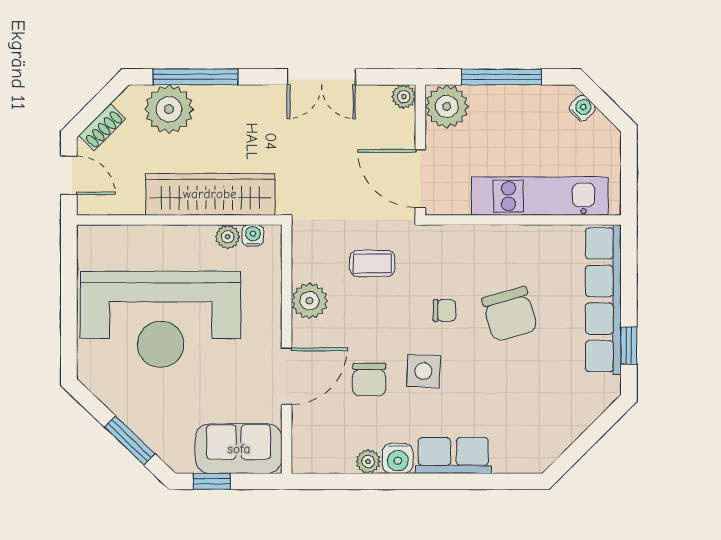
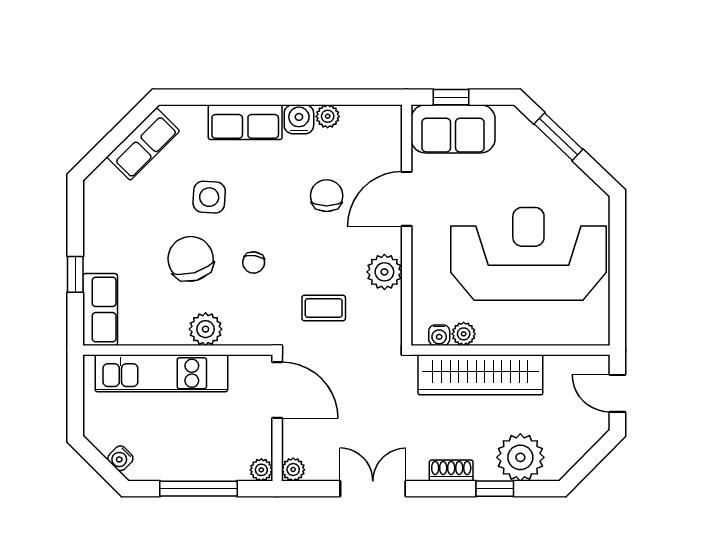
window: (195, 77) -> (495, 489), width x0.46
plant: (447, 106) -> (261, 470), width x0.53, depth x0.53
shoe rack: (102, 127) -> (451, 470), moved, turned 45
plant: (494, 242) -> (206, 329), added
row of seats: (603, 300) -> (100, 310), width x0.50
chair: (445, 310) -> (254, 262), turned -82
window: (629, 345) -> (75, 274), moved
side table: (423, 371) -> (209, 197), moved
row of seats: (559, 433) -> (143, 144), added
window: (212, 481) -> (451, 97), moved

